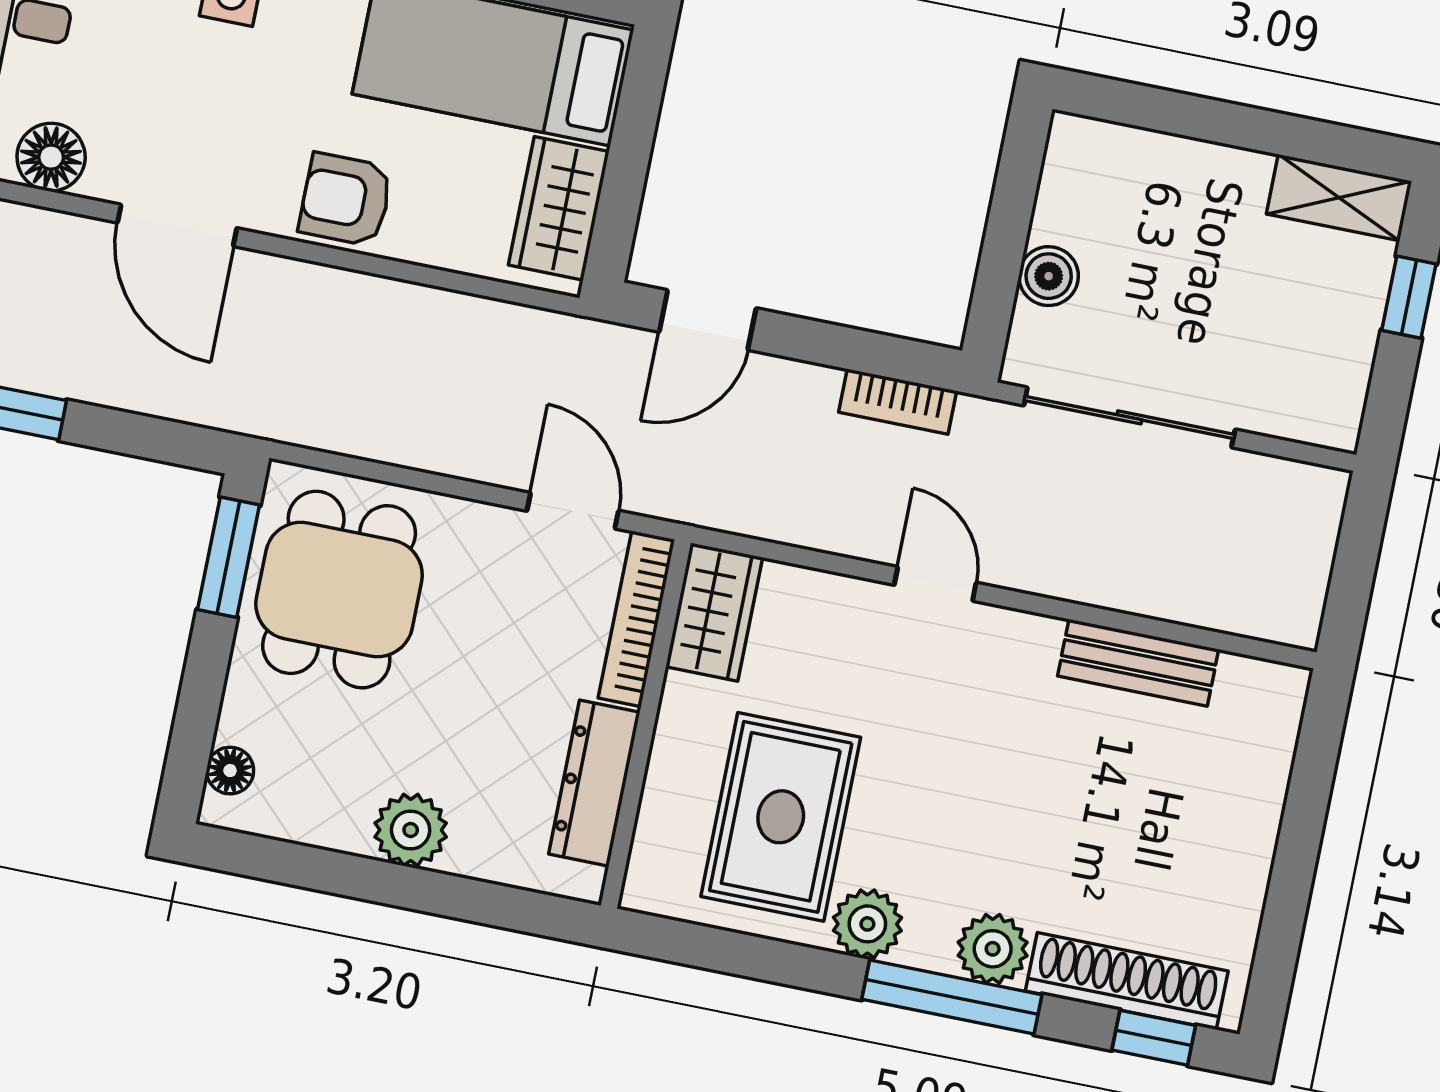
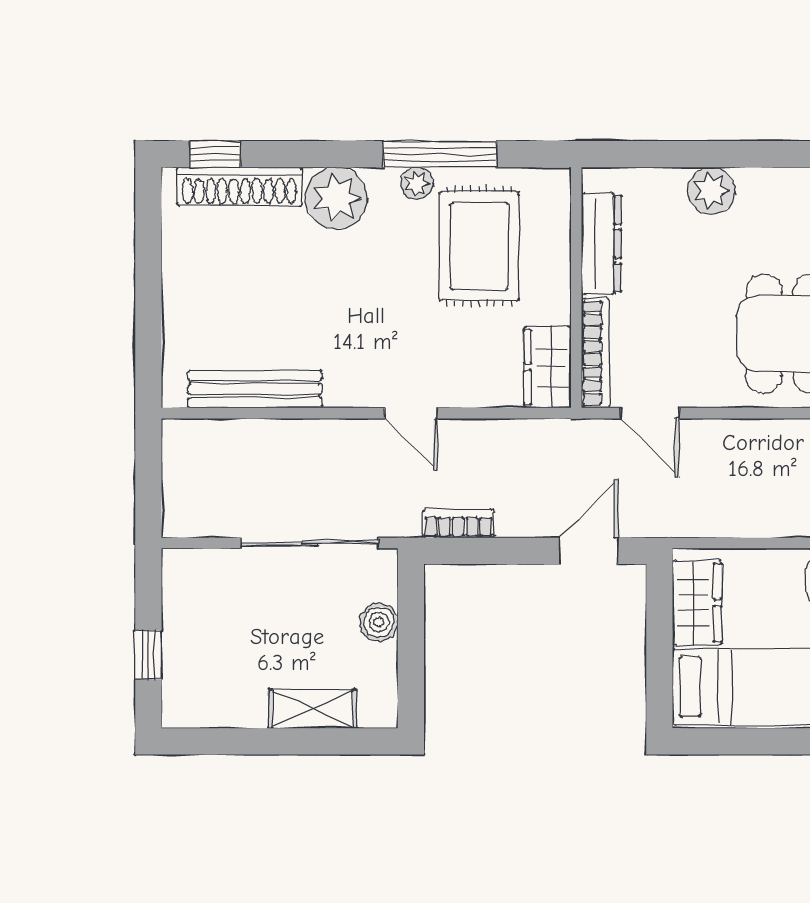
shelving: (1339, 198) -> (312, 709), moved
bench: (1138, 663) -> (255, 389), width x1.36
plant: (867, 924) -> (417, 183), width x0.73, depth x0.73
plant: (993, 949) -> (337, 198), width x1.36, depth x1.36
window: (952, 997) -> (440, 154), moved

